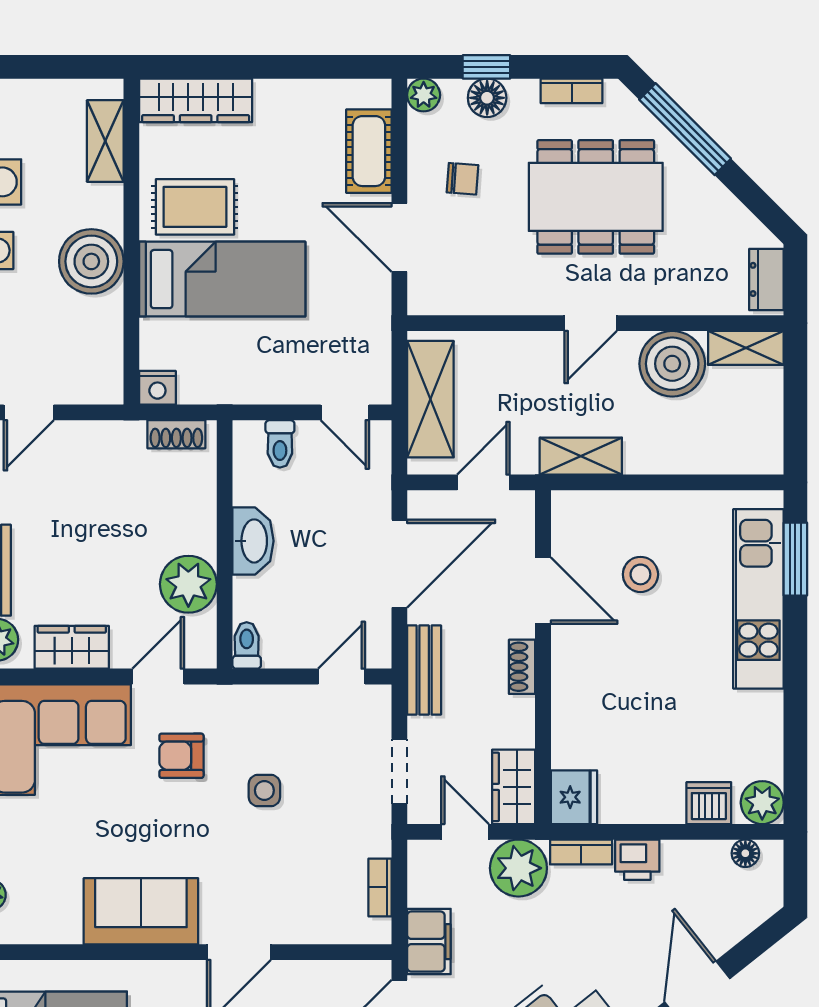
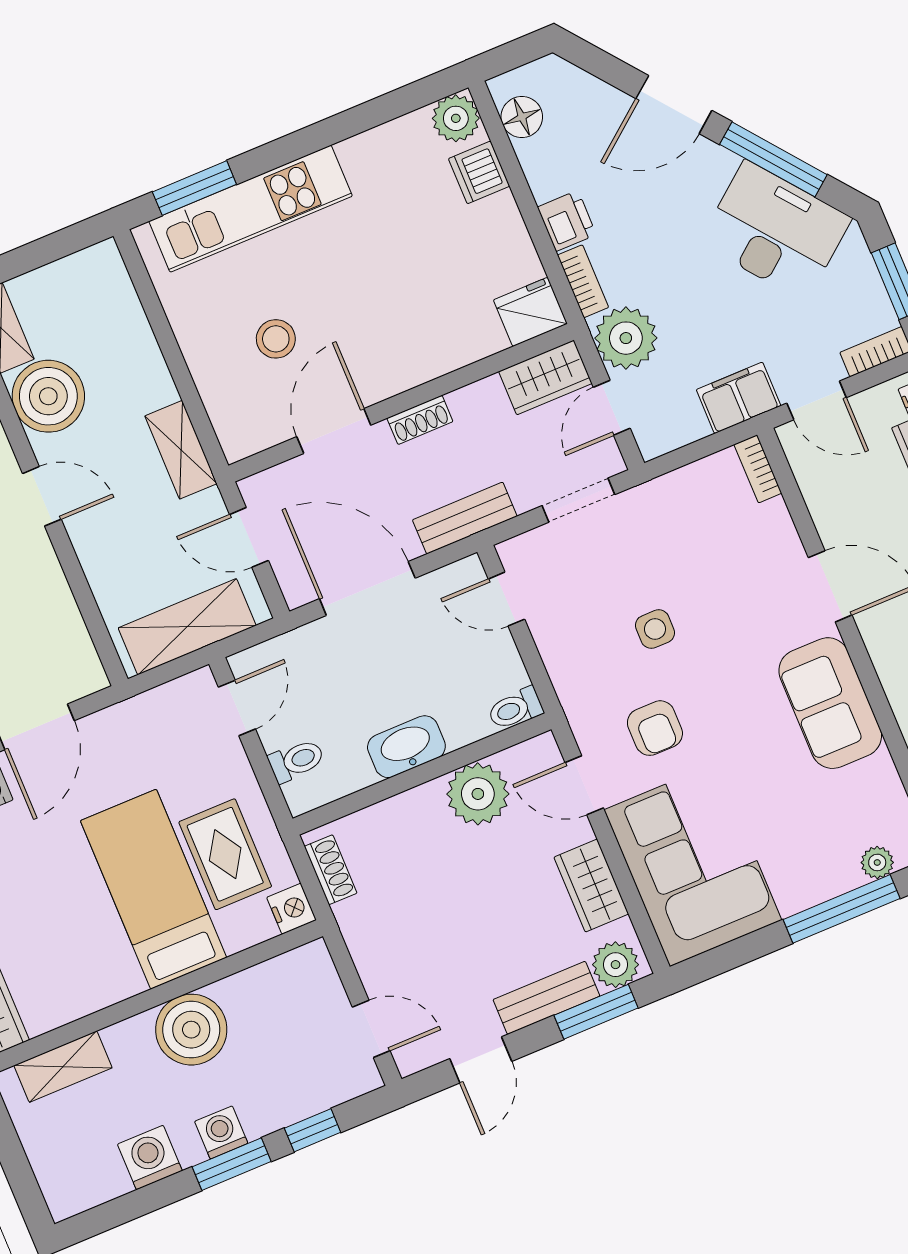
rug: (195, 207) -> (225, 854), moved
floor lamp: (745, 853) -> (522, 117), width x1.37, depth x1.37
bookcase: (380, 887) -> (758, 469), moved, turned 90

